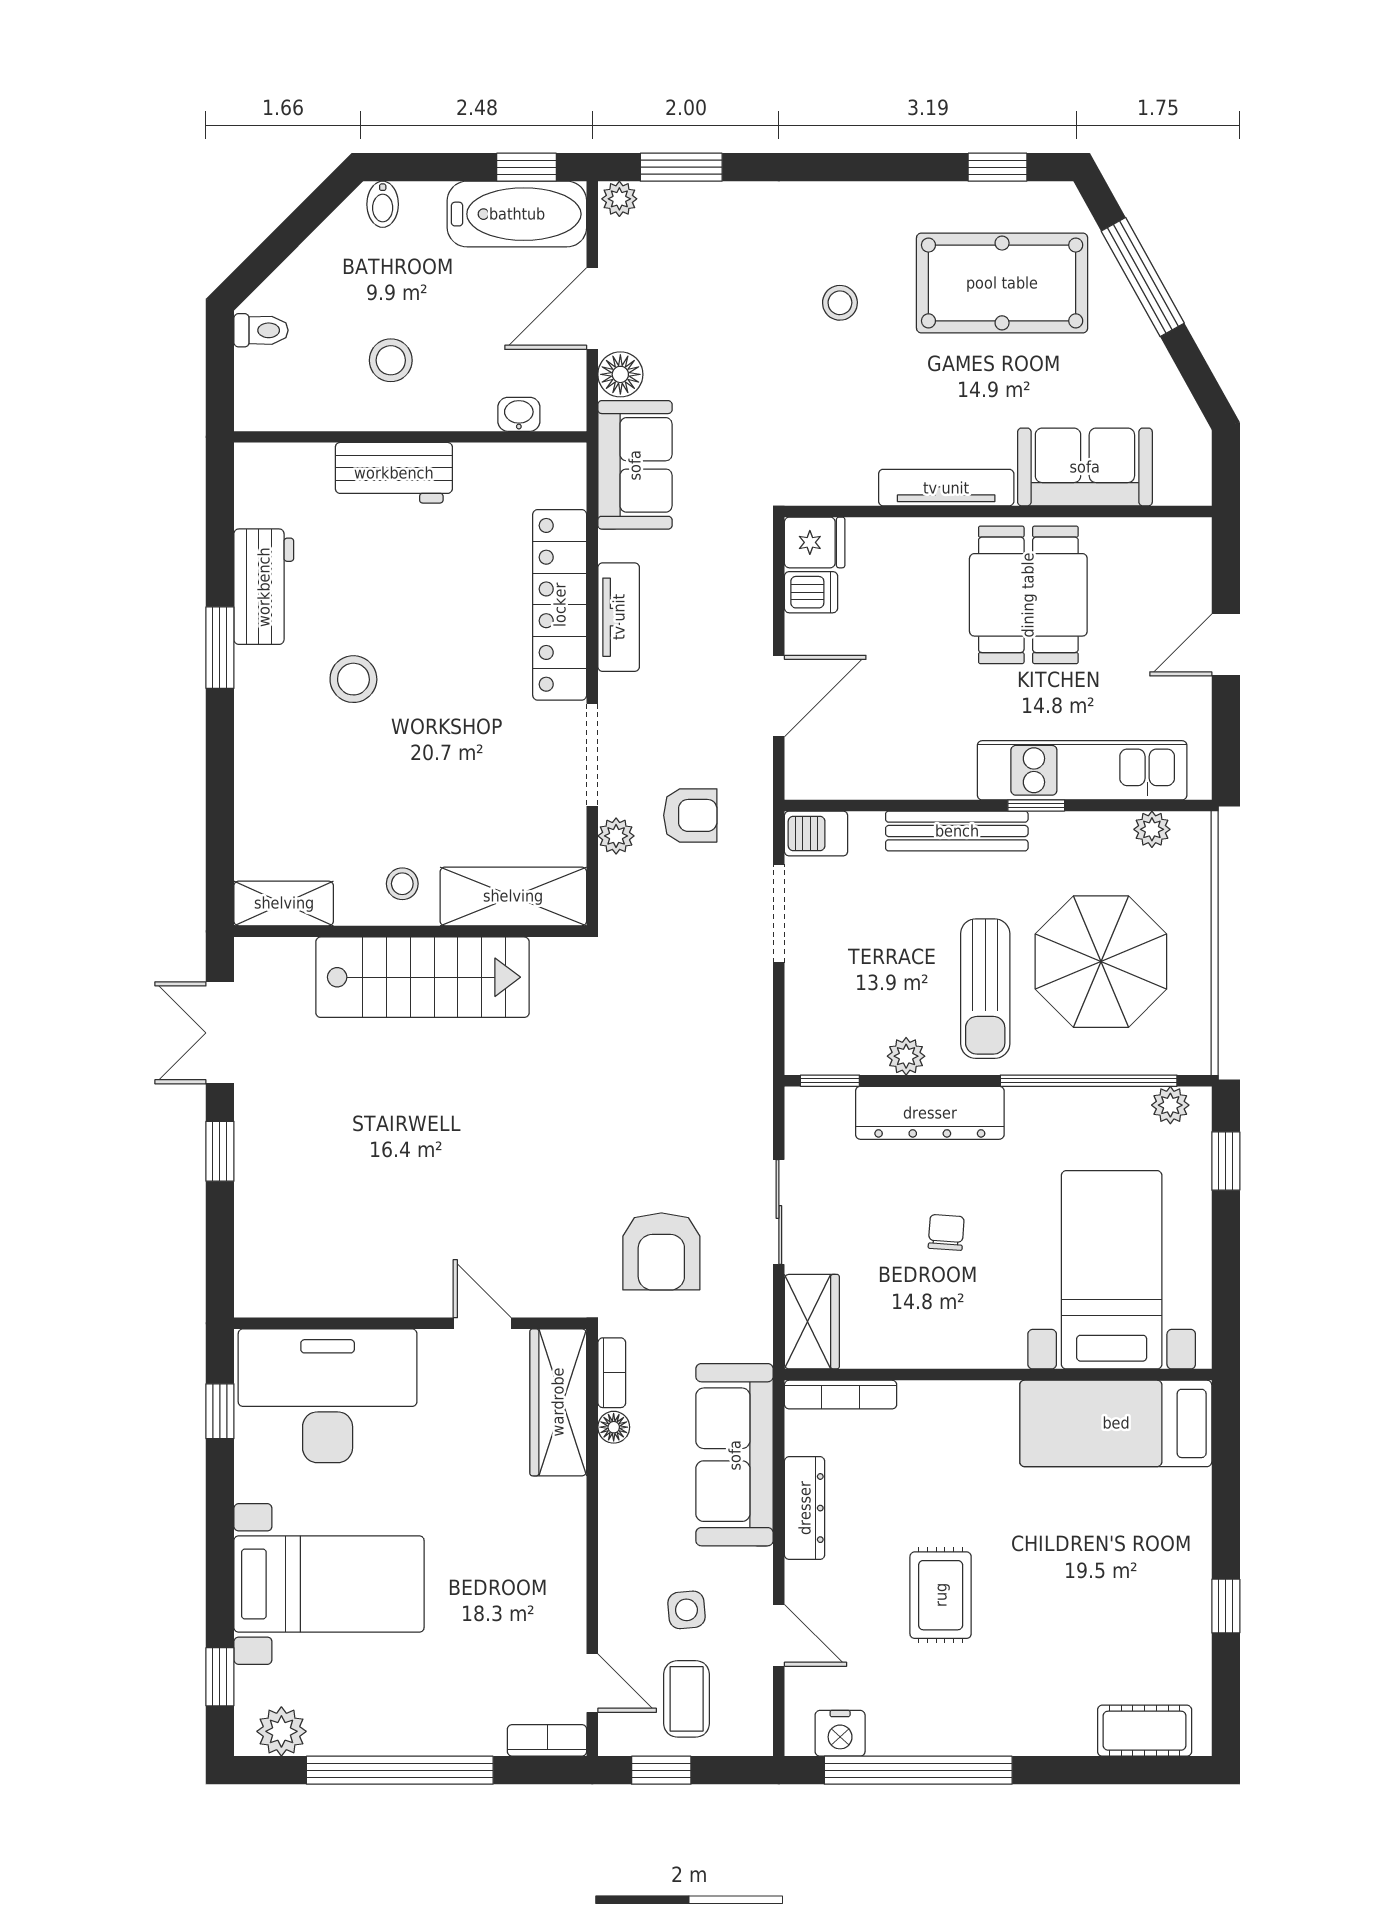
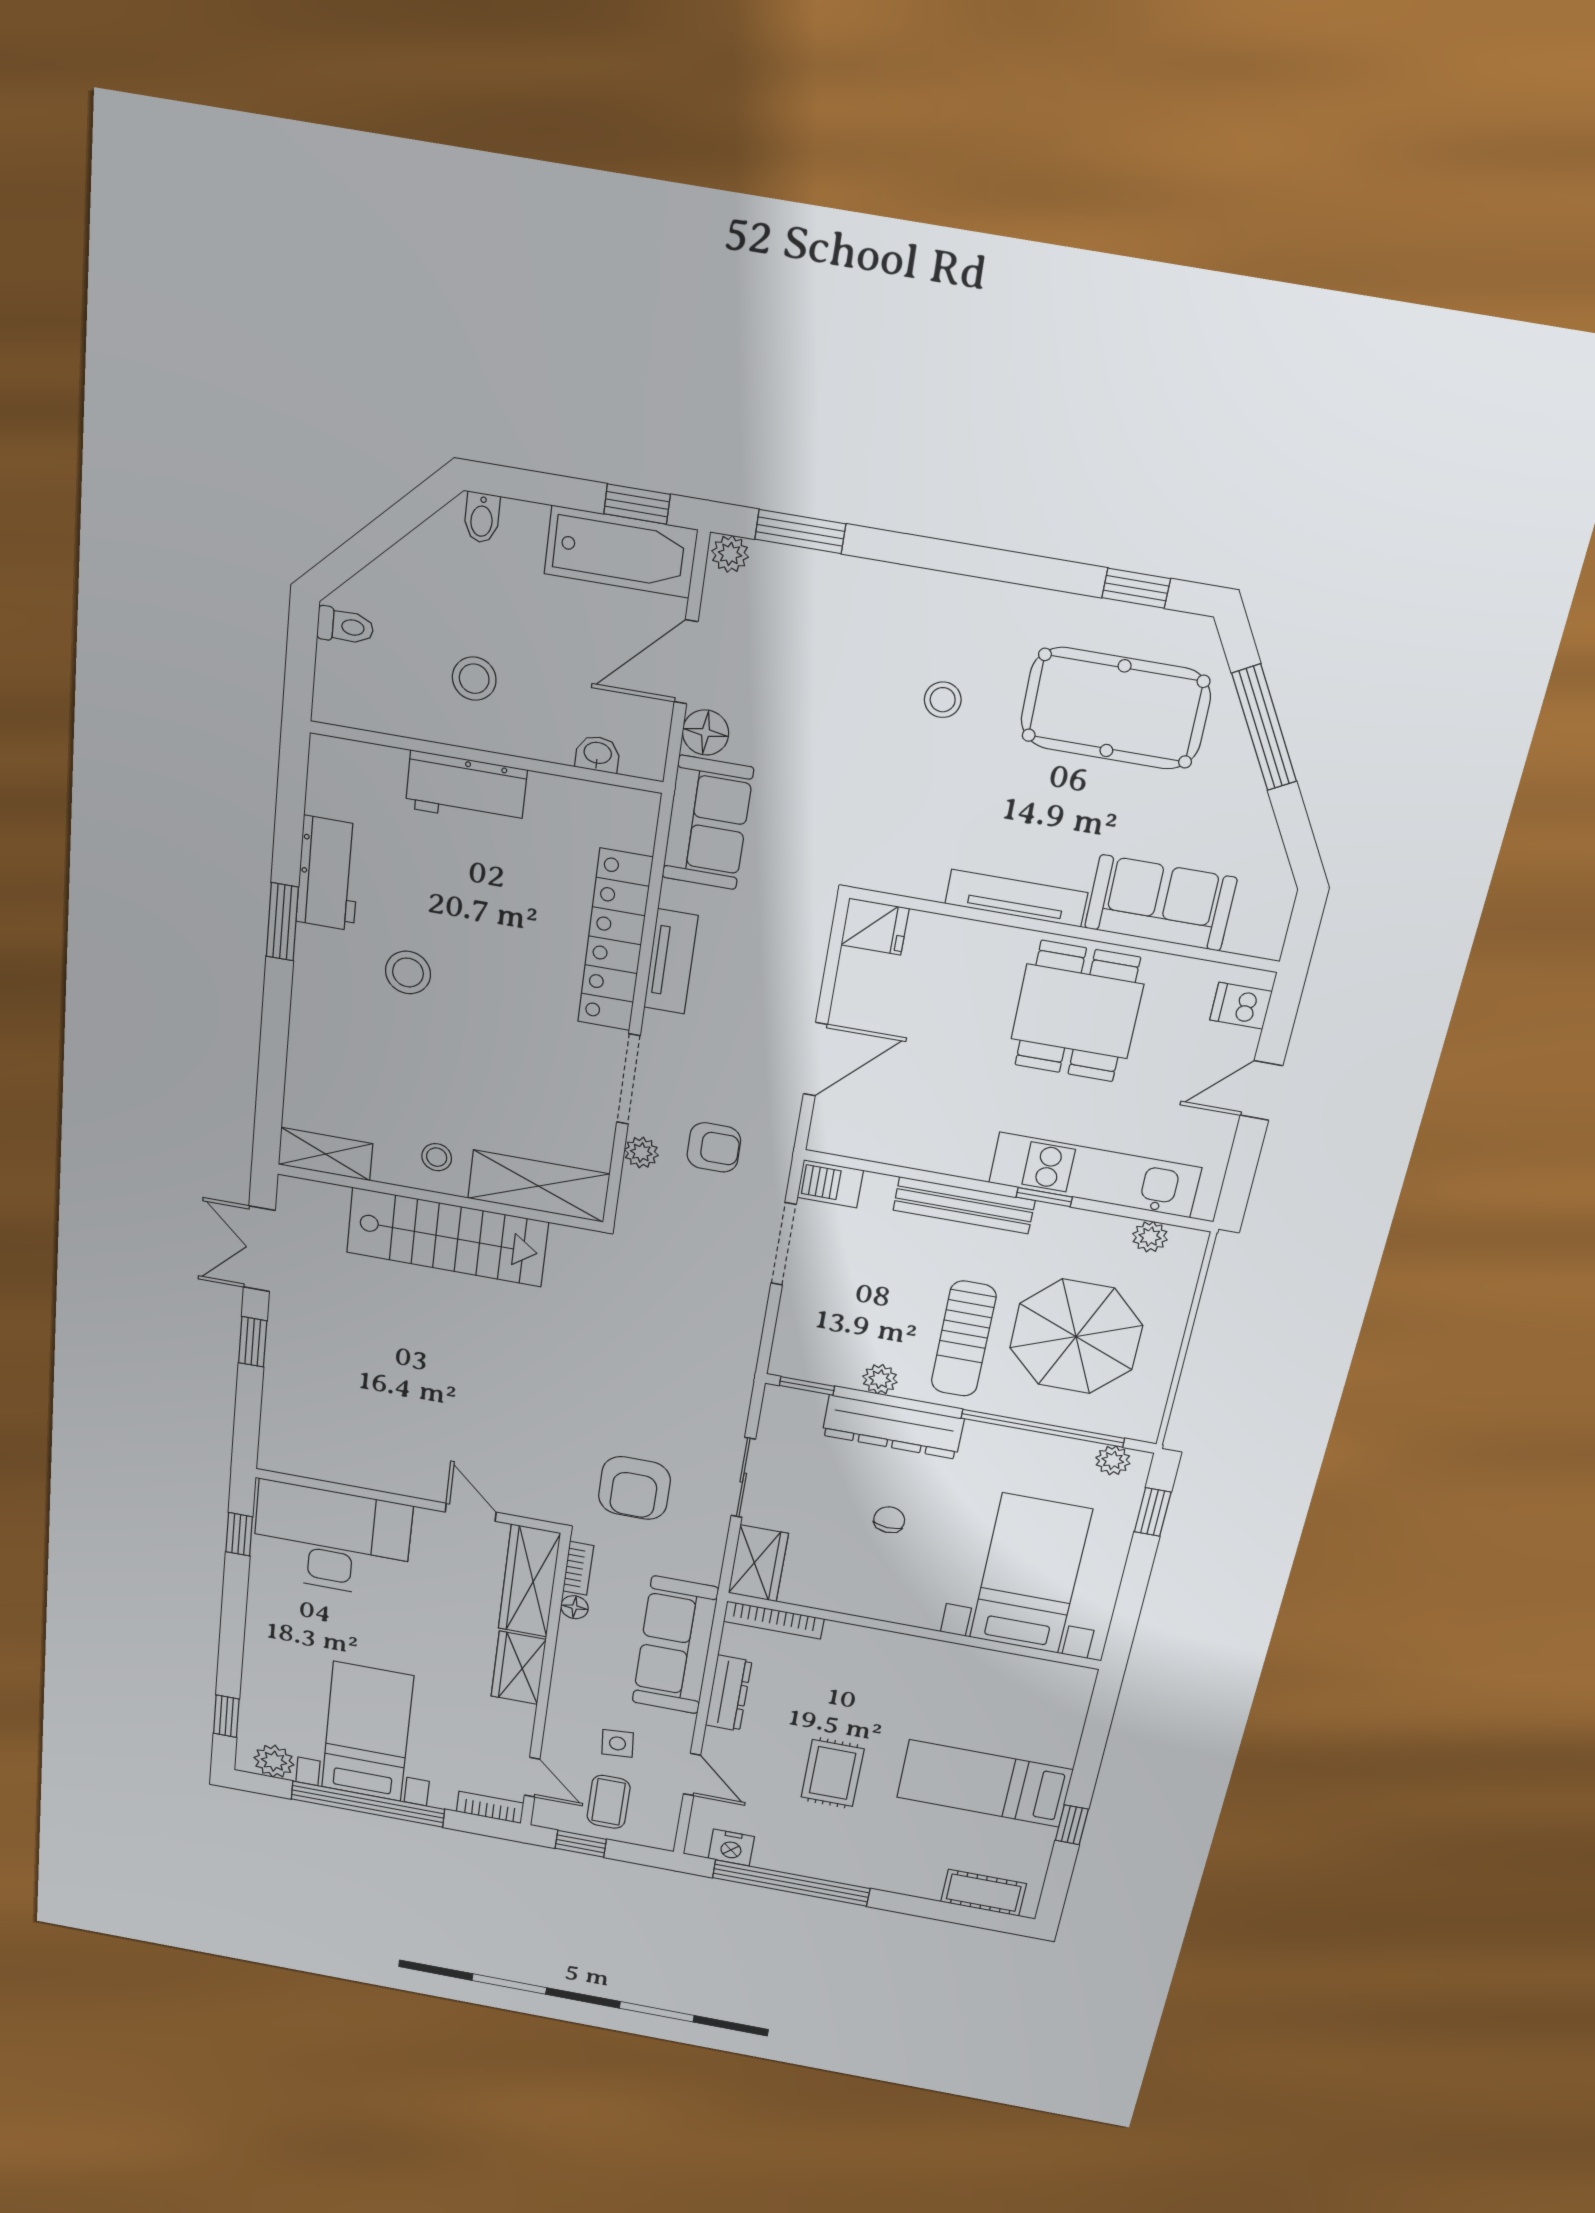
dishwasher: (811, 592) -> (1241, 1006), moved, turned 180
bed: (1116, 1423) -> (984, 1784), moved
wardrobe: (559, 1527) -> (518, 1668), added
bed with nightstands: (329, 1584) -> (367, 1732), moved, turned -90

